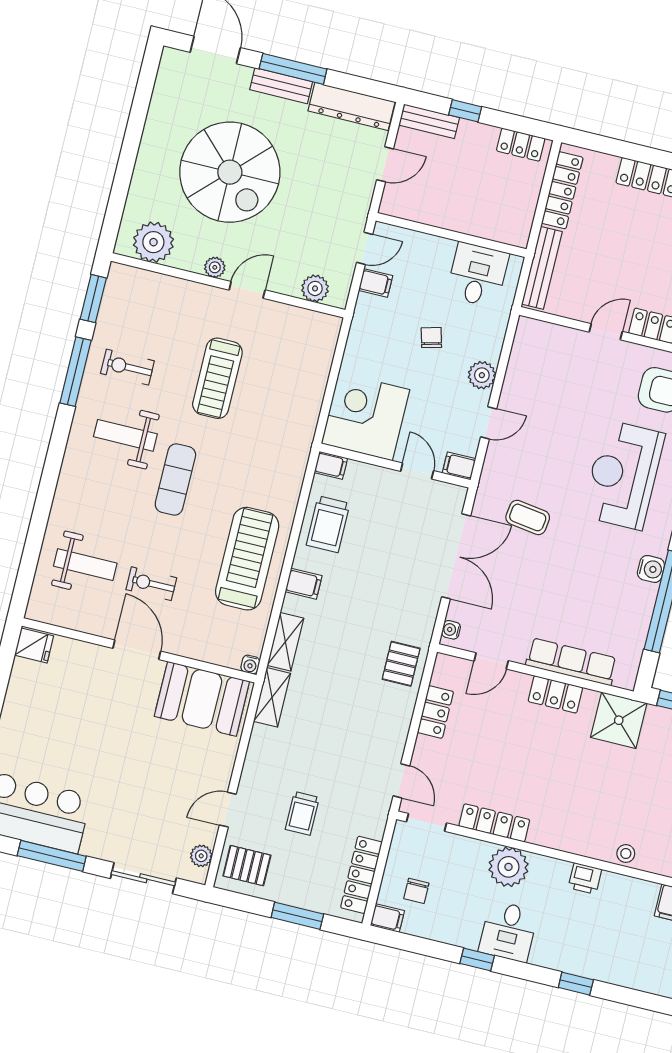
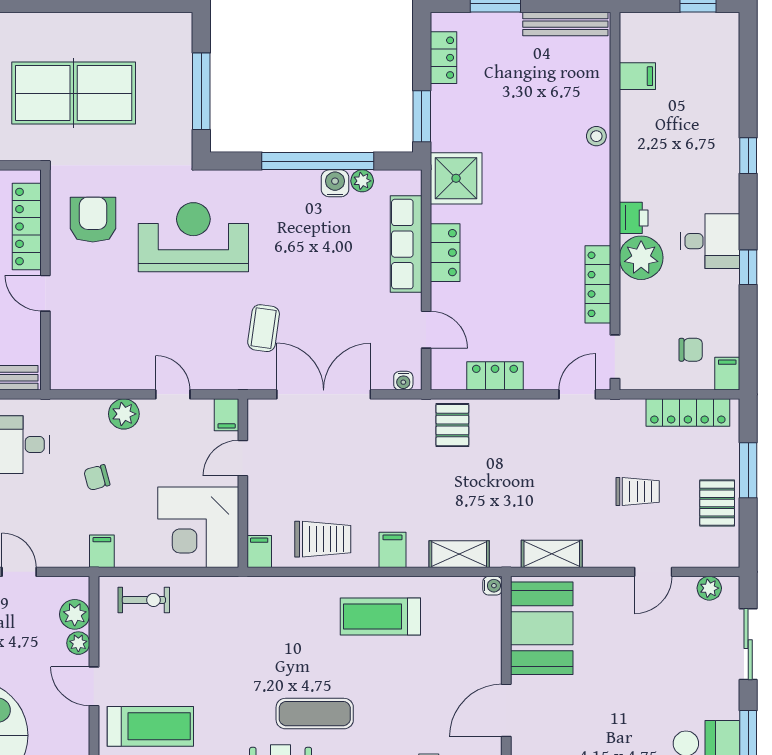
plant: (215, 267) -> (78, 643), moved
filing cabinet: (376, 283) -> (102, 551), moved
treadmill: (217, 378) -> (150, 726), moved
reception desk: (623, 475) -> (193, 237), turned 180
treadmill: (247, 559) -> (380, 617), width x0.73, depth x0.73
water cooler: (651, 569) -> (335, 183), moved
exercise bike: (151, 584) -> (144, 600), moved, turned -90
plant: (637, 636) -> (362, 181), added
pallet: (401, 664) -> (452, 425), turned 90
shelving: (272, 697) -> (552, 554), moved
door: (228, 810) -> (653, 572), hinge flipped
pallet: (247, 866) -> (717, 503), moved
printer: (585, 878) -> (634, 218), moved

